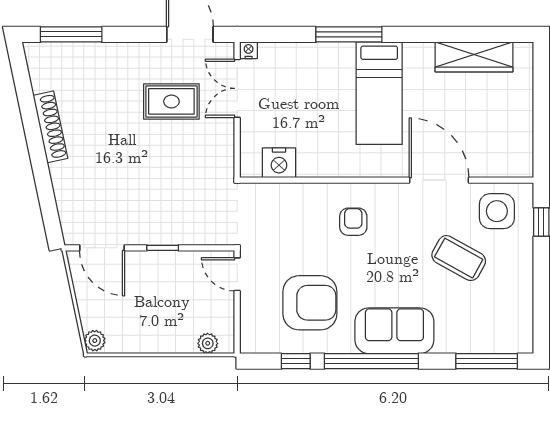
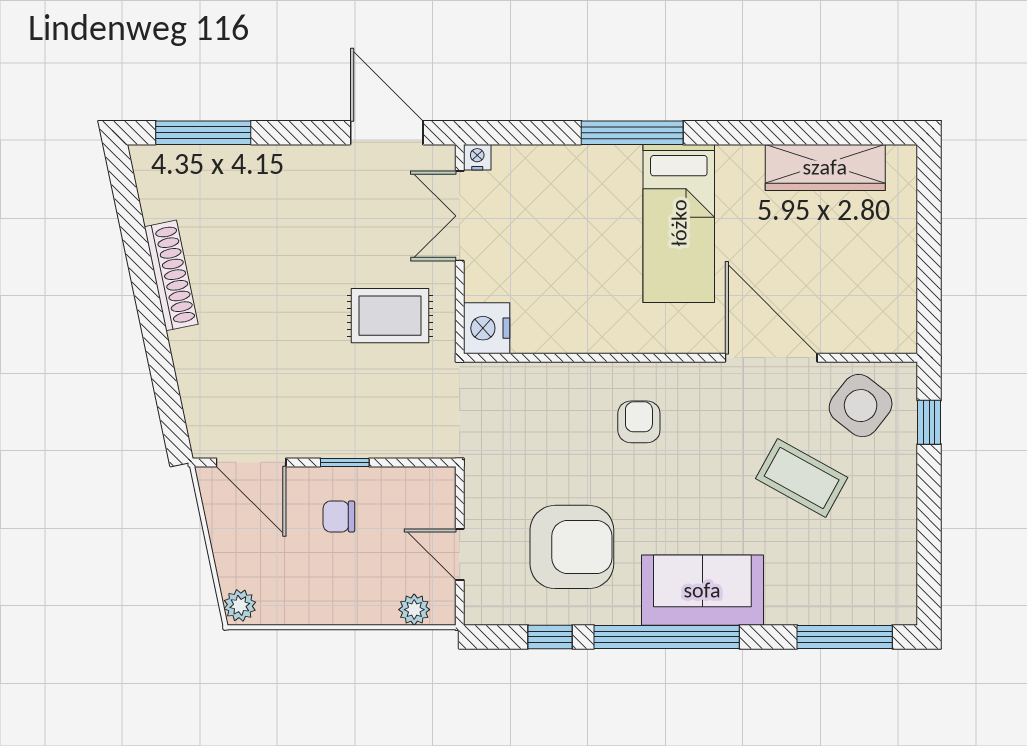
rug: (171, 101) -> (390, 316), moved
nightstand: (279, 163) -> (487, 328), moved, turned 90
side table: (497, 211) -> (861, 406), turned 38
door: (237, 274) -> (460, 554), moved
chair: (159, 283) -> (339, 516), added

